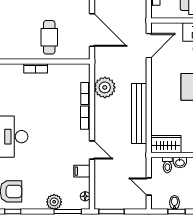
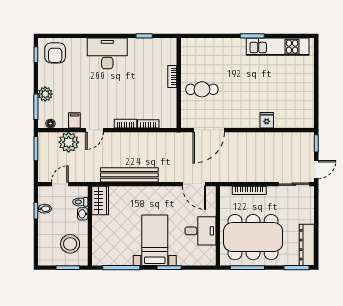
plant: (105, 87) -> (69, 142), moved

